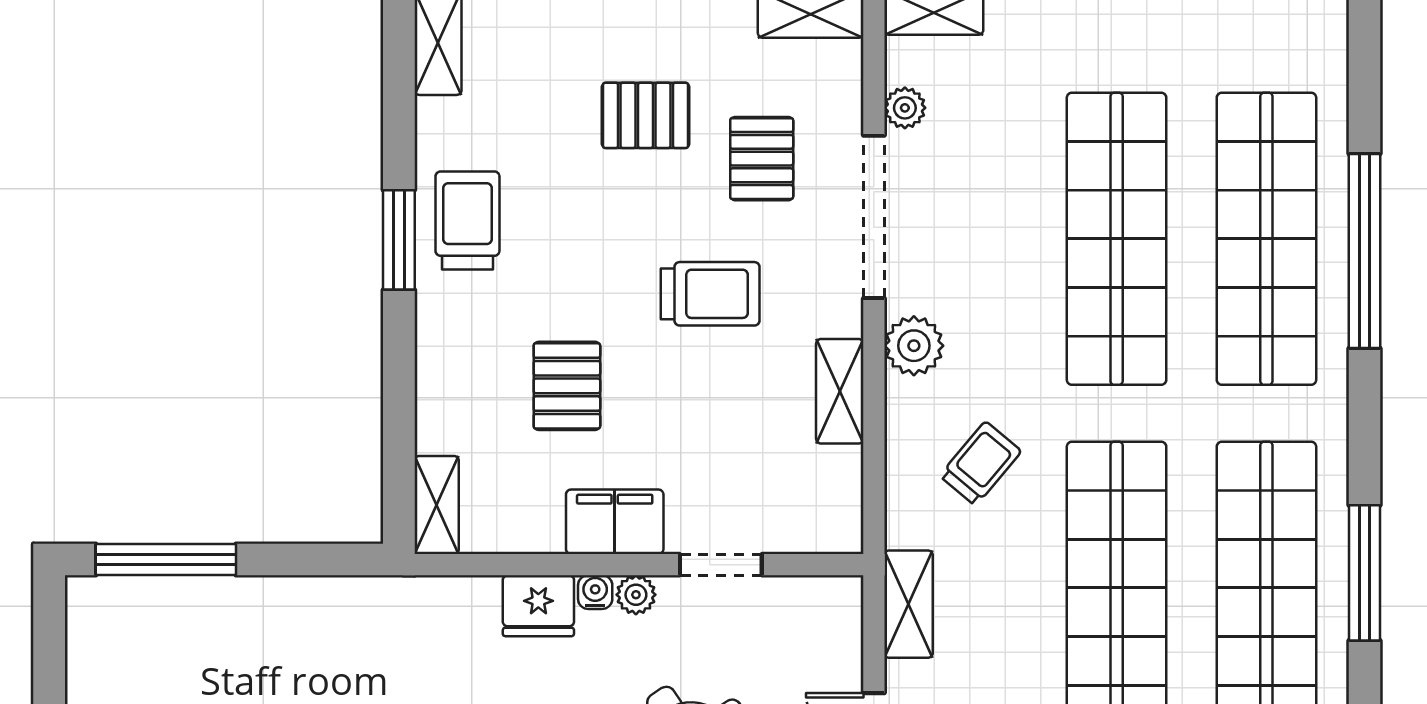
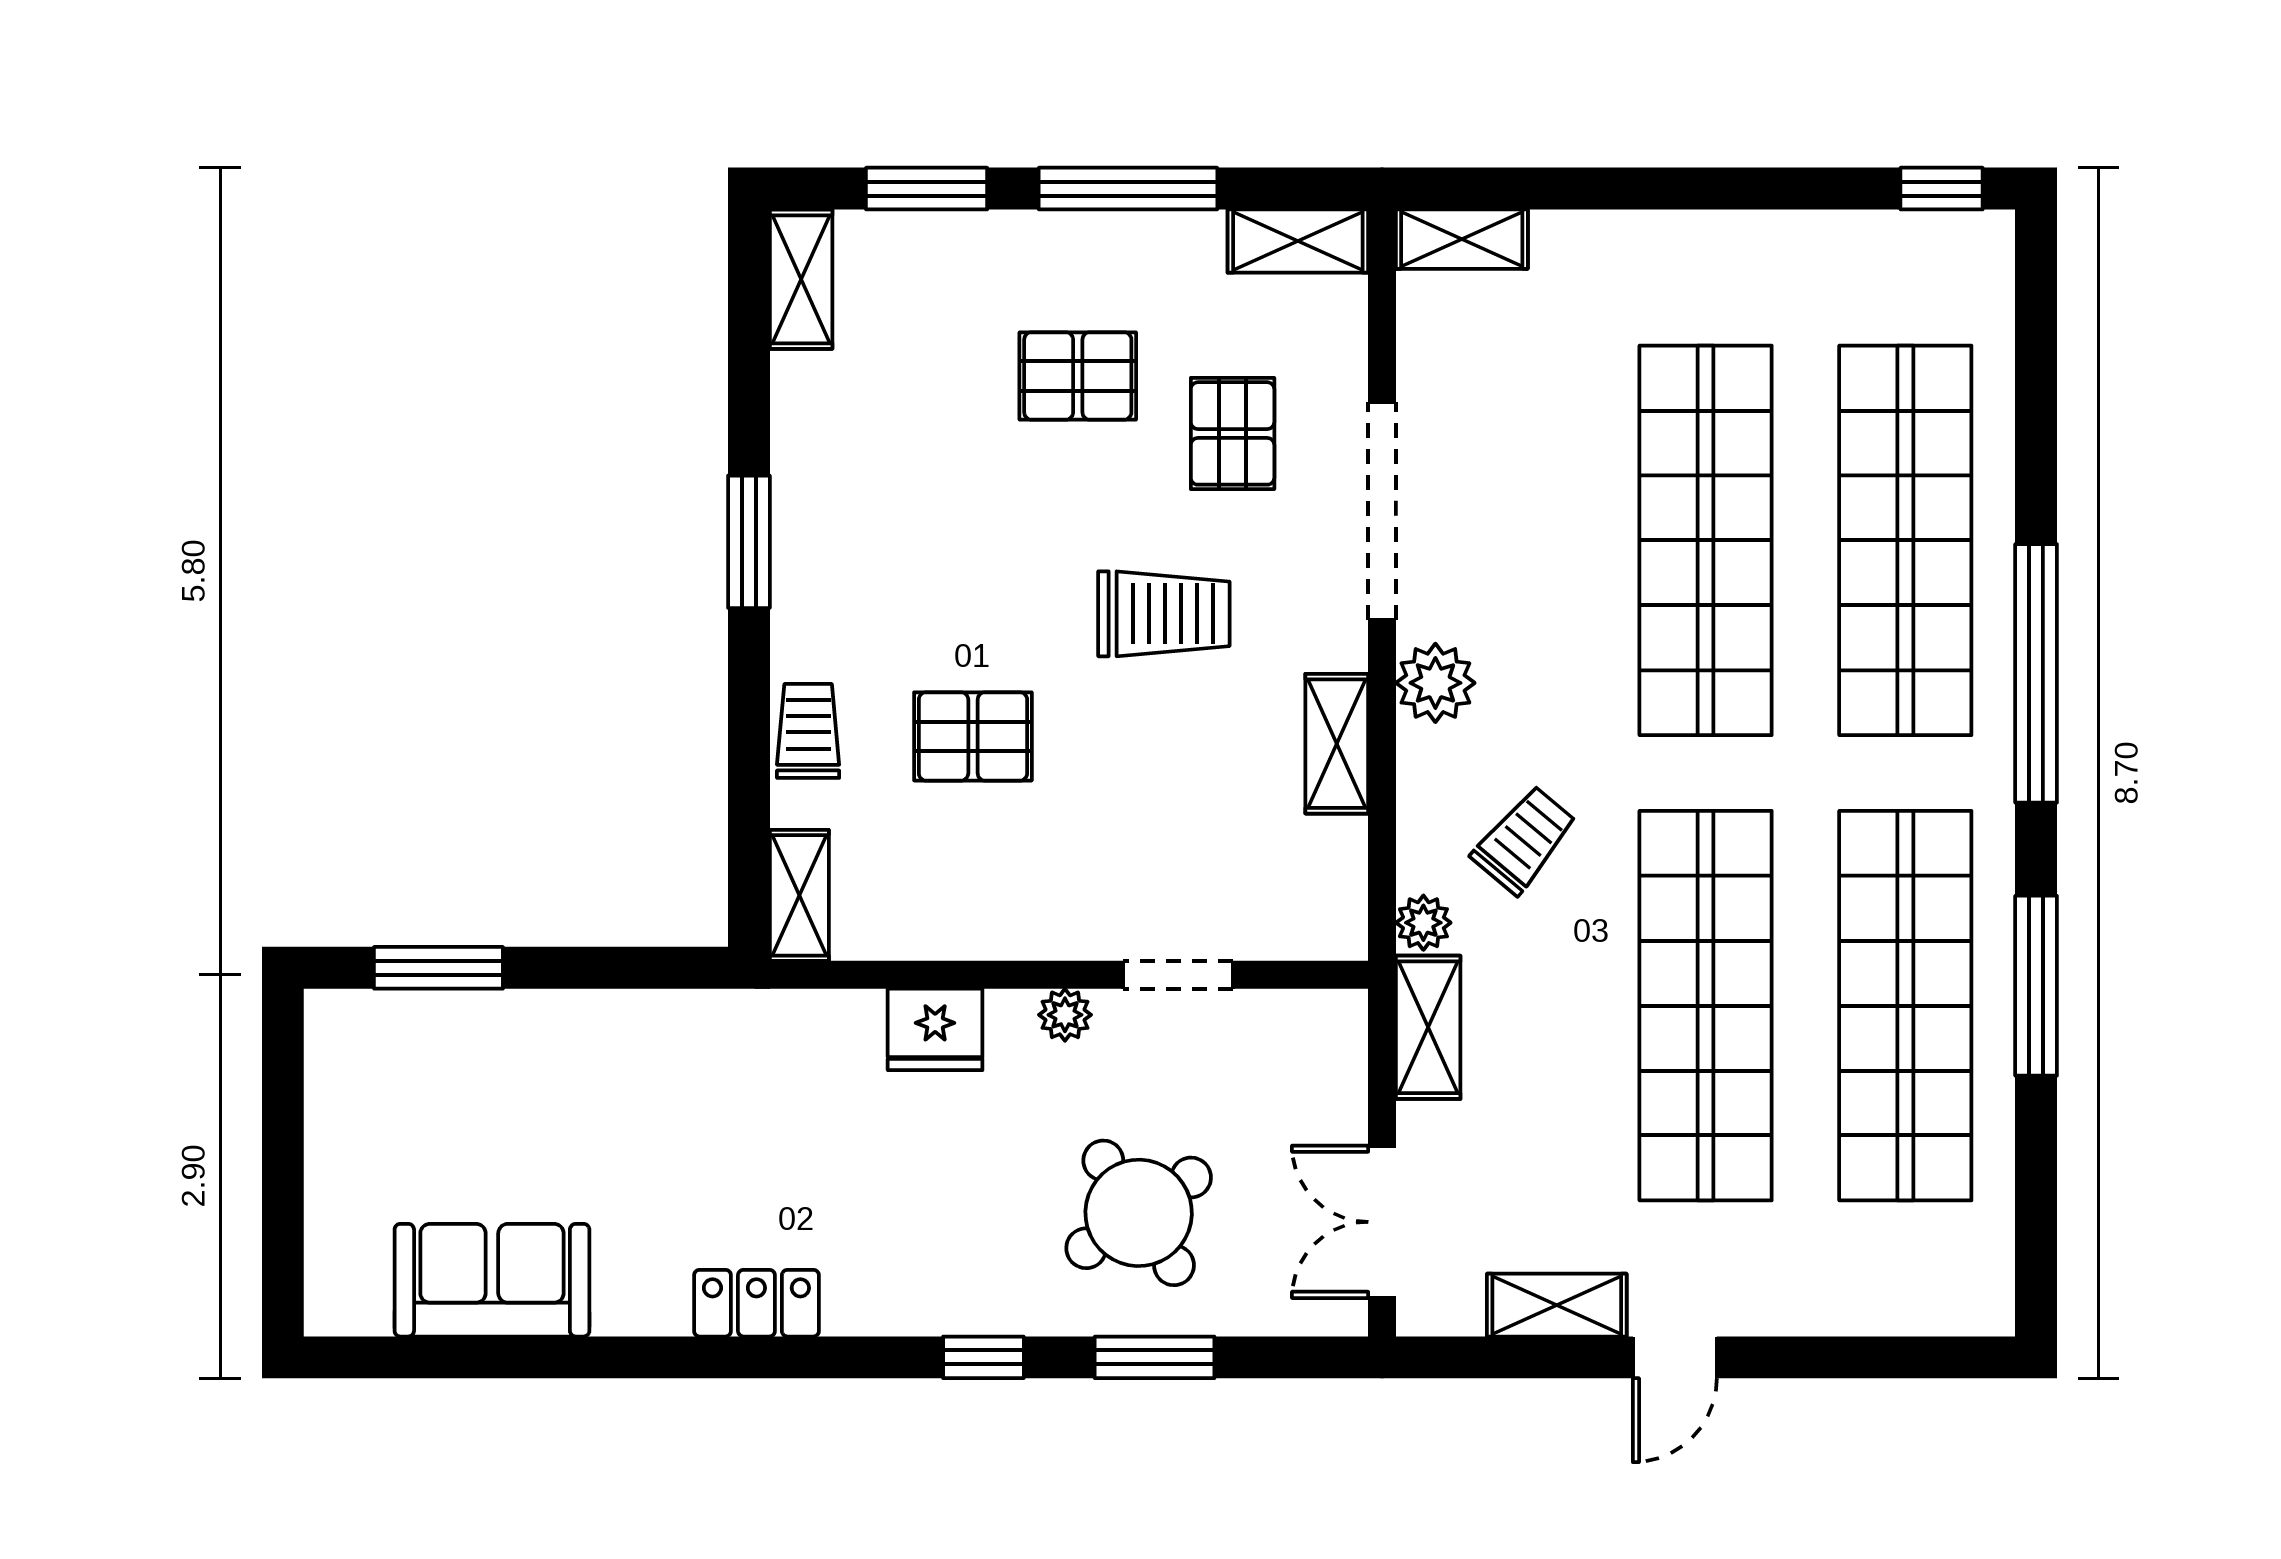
plant: (905, 108) -> (1423, 923), moved
trolley: (467, 221) -> (808, 731), moved, width x0.73, depth x0.72
window: (1364, 251) -> (2036, 673), moved
pallet: (567, 386) -> (973, 736), turned 90
filing cabinet: (615, 522) -> (1037, 918), removed
window: (166, 559) -> (438, 968), width x0.69
water cooler: (595, 592) -> (1011, 1011), removed

